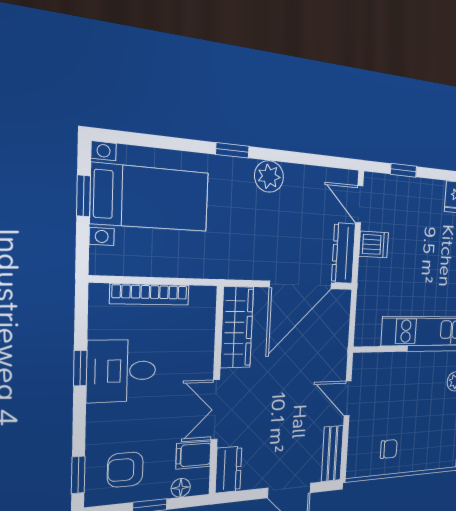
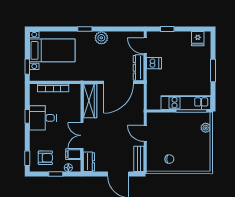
window: (83, 196) -> (27, 67), moved
armchair: (125, 470) -> (45, 158), turned 180

